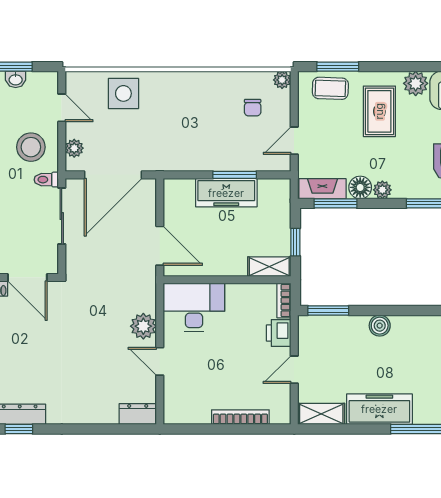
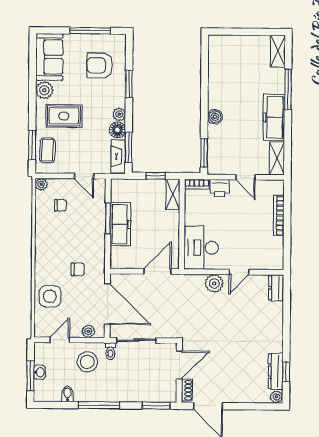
chair: (162, 133) -> (78, 269), added

